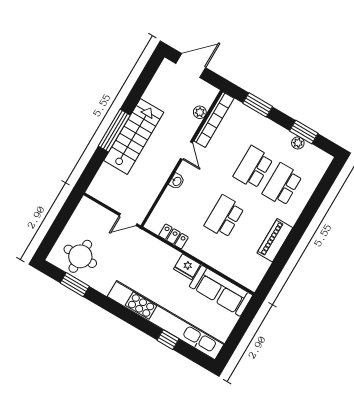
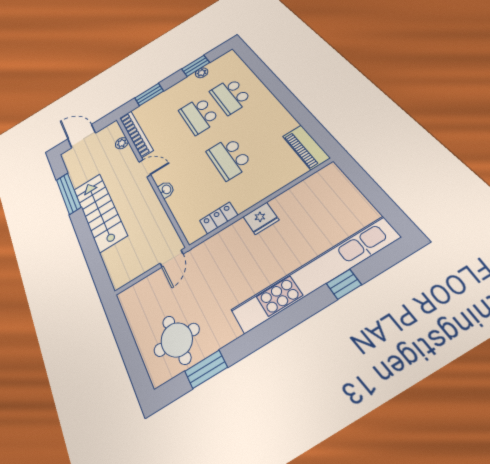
door: (191, 66) -> (82, 136), hinge flipped
window: (114, 131) -> (68, 193), moved
piano: (275, 240) -> (306, 147), moved
sofa: (221, 291) -> (310, 193), removed

